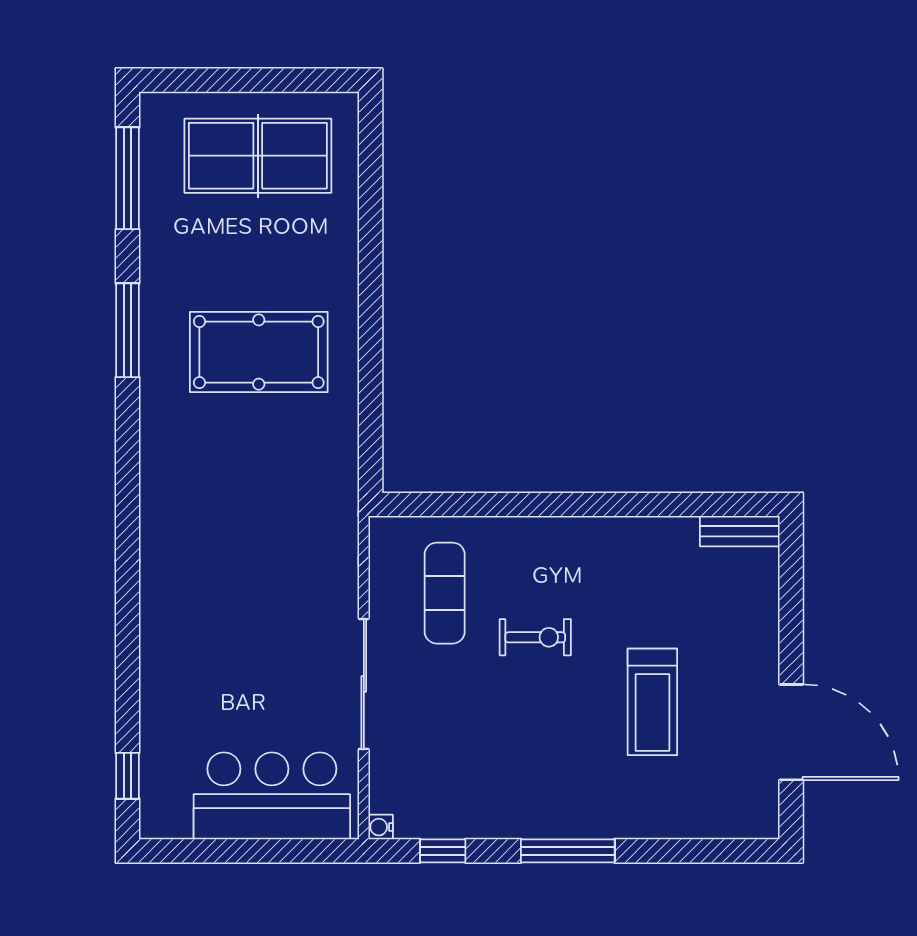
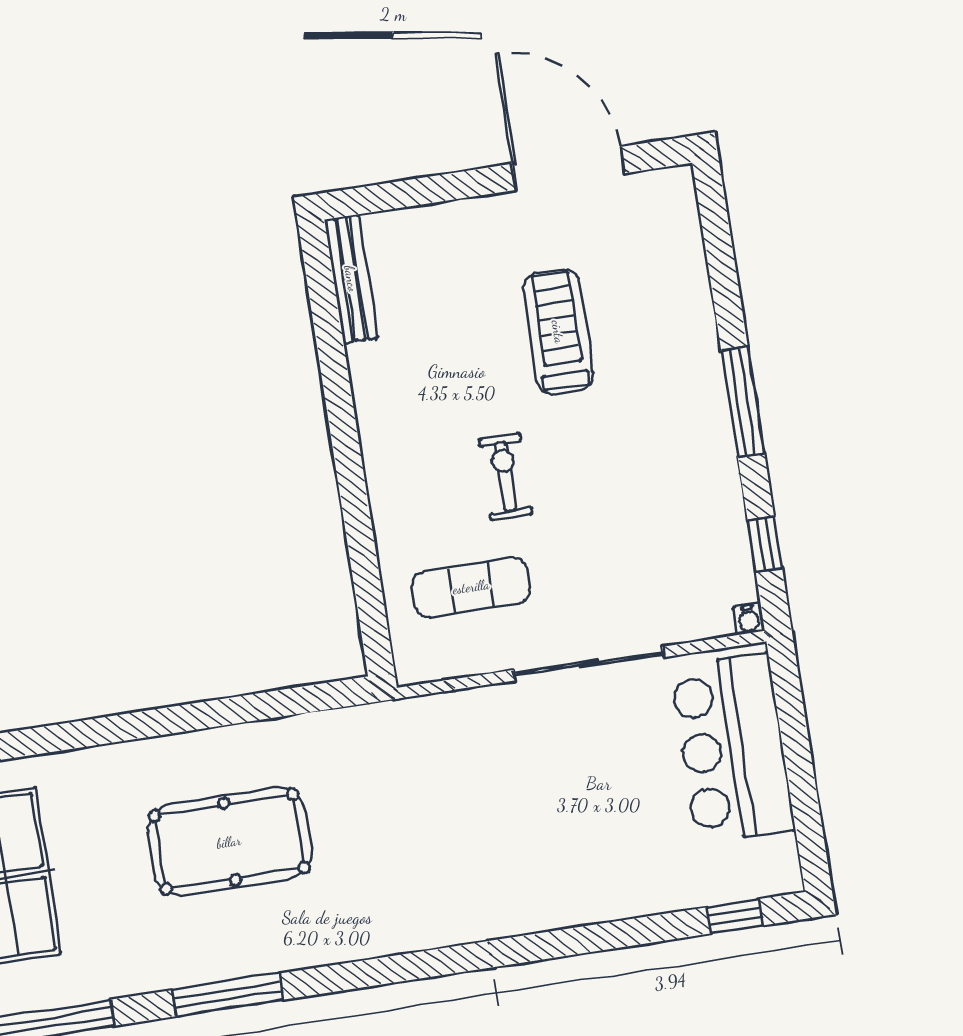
pool table: (259, 352) -> (229, 842), turned 90
bench: (740, 531) -> (351, 279), width x1.36
treadmill: (652, 702) -> (558, 332), turned -90
door: (791, 732) -> (568, 168), hinge flipped

